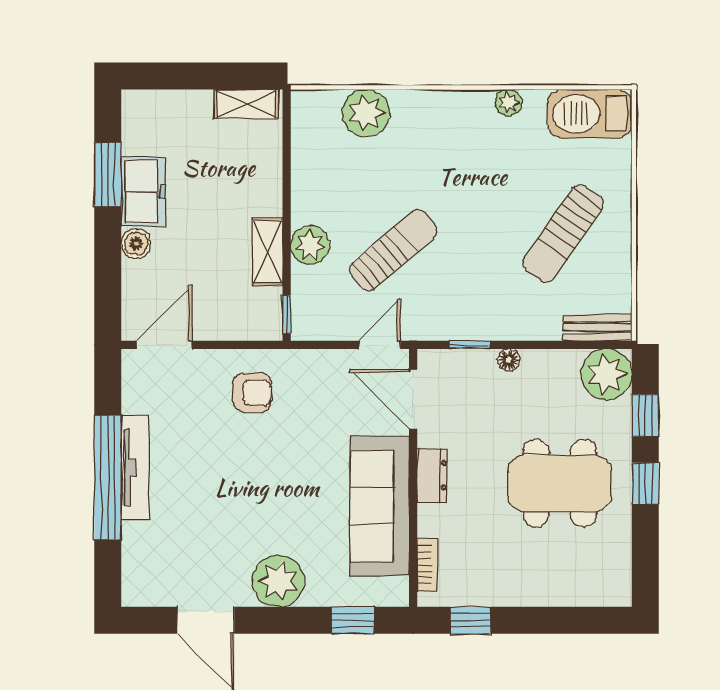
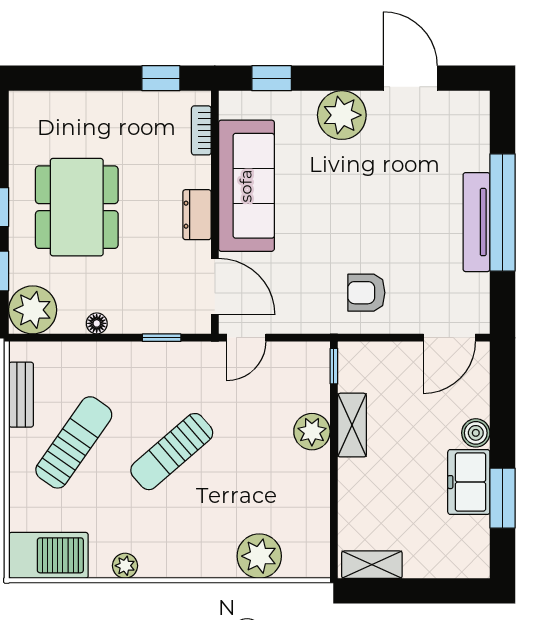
sun lounger: (393, 250) -> (172, 452), moved
bench: (597, 328) -> (21, 395), moved, turned 90
floor lamp: (509, 360) -> (97, 323), moved
dining table: (560, 483) -> (77, 207), turned 90

